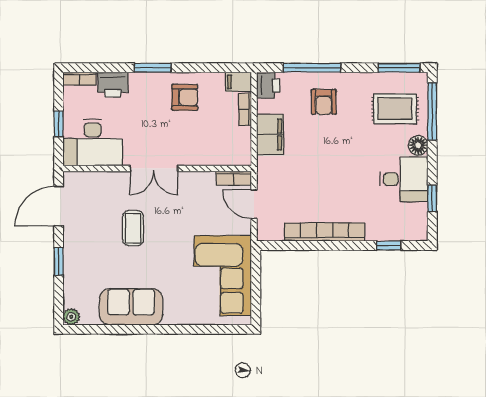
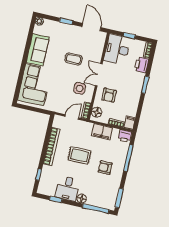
armchair: (185, 97) -> (109, 95), moved
armchair: (324, 102) -> (105, 168), moved
rug: (395, 109) -> (79, 155), moved, turned 90
floor lamp: (233, 155) -> (97, 112), added
side table: (191, 202) -> (80, 88), added
corner sofa: (223, 276) -> (35, 85), moved, turned 90

